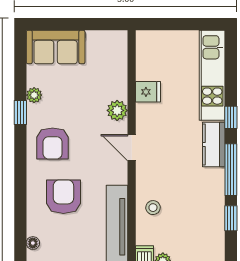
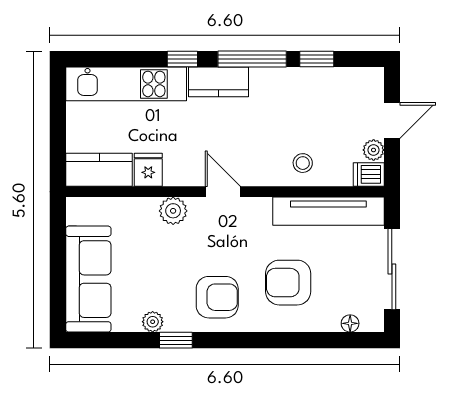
sofa: (56, 47) -> (88, 279), width x1.36
kitchen counter: (148, 55) -> (99, 170), added
door: (132, 148) -> (223, 192), swing flipped

